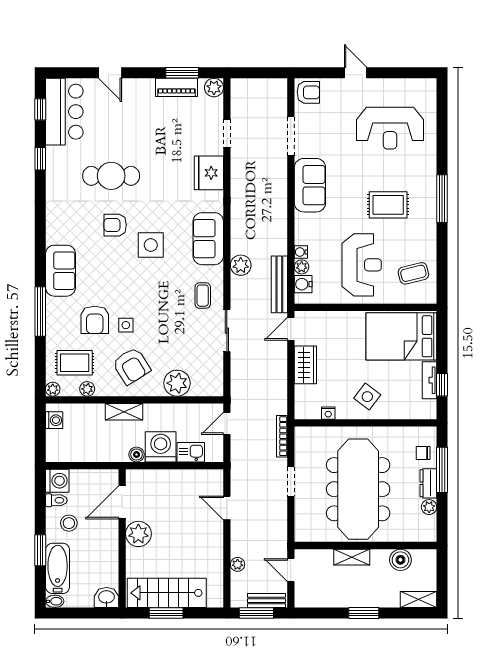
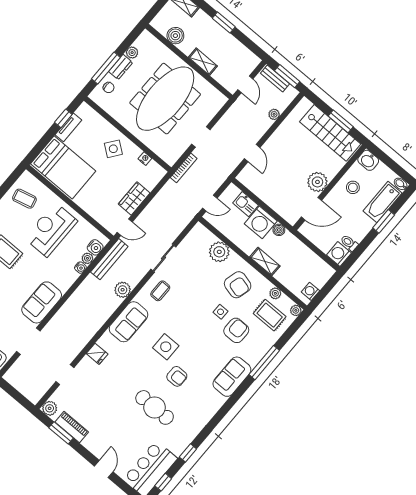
fridge: (209, 173) -> (97, 354), width x0.53, depth x0.75
armchair: (131, 366) -> (238, 285), turned 137
stool: (69, 523) -> (353, 187), moved

